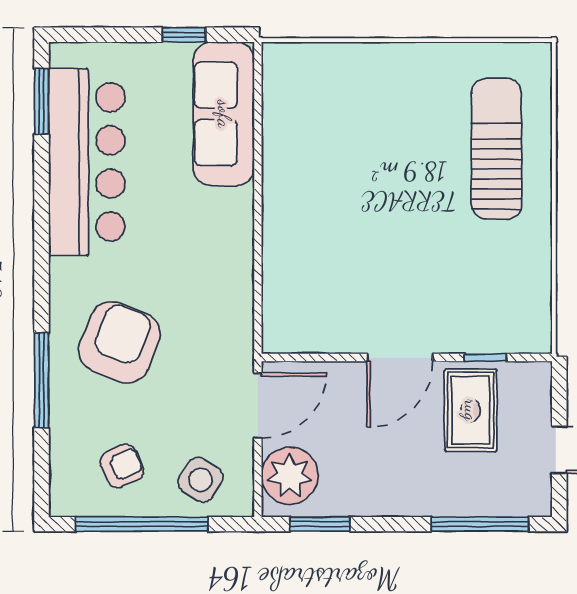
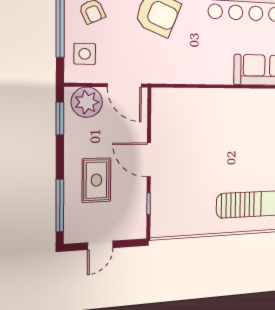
rug: (471, 410) -> (96, 180), moved, turned 90
side table: (201, 480) -> (85, 54), turned -32

